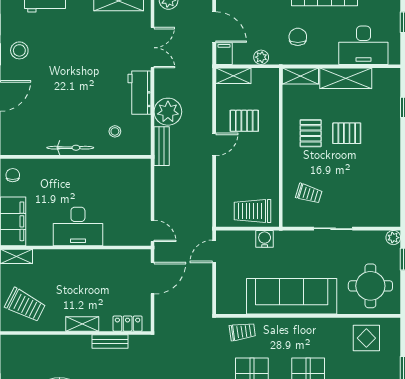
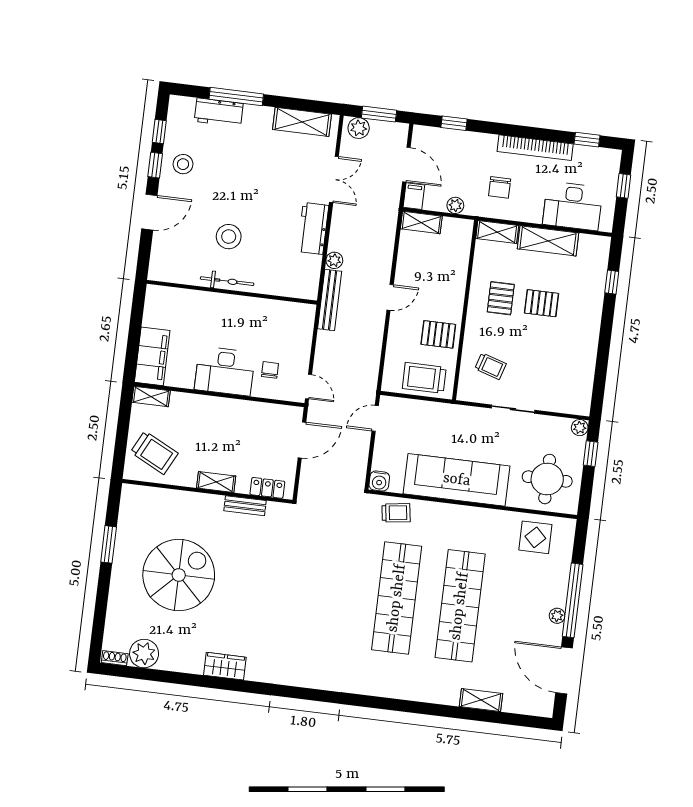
chair: (298, 37) -> (500, 187), turned 180
plant: (168, 112) -> (334, 260), width x0.53, depth x0.53
pallet: (244, 121) -> (438, 334), moved
stool: (115, 131) -> (229, 237), moved, width x1.89, depth x1.89
bench: (162, 146) -> (330, 300), width x1.36
chair: (13, 175) -> (270, 370), moved
water cooler: (265, 239) -> (379, 481), moved, turned 180

